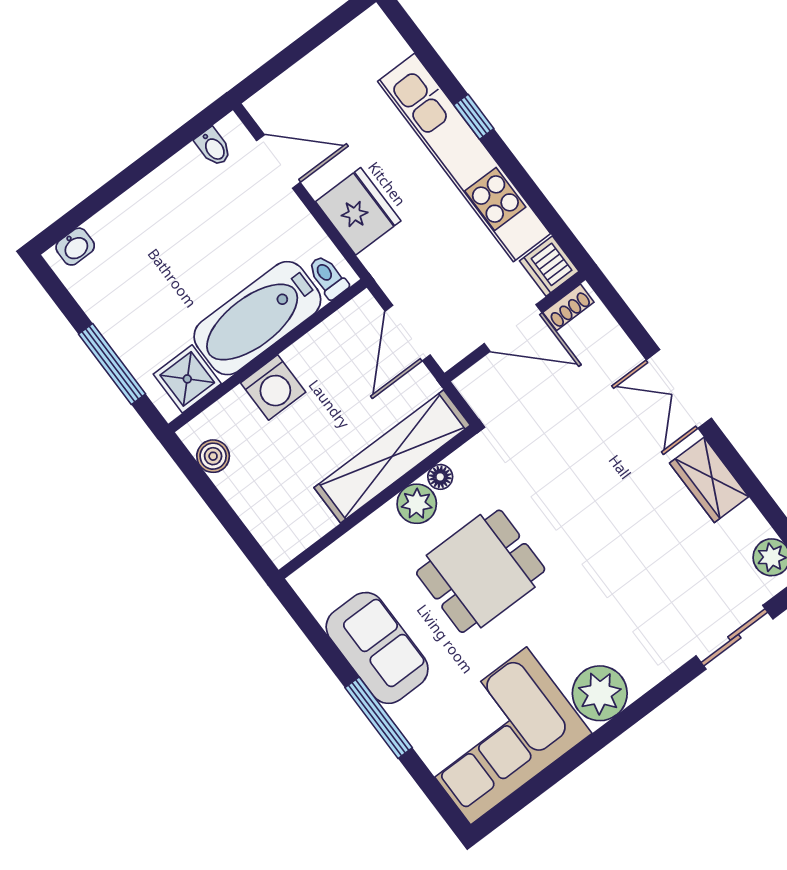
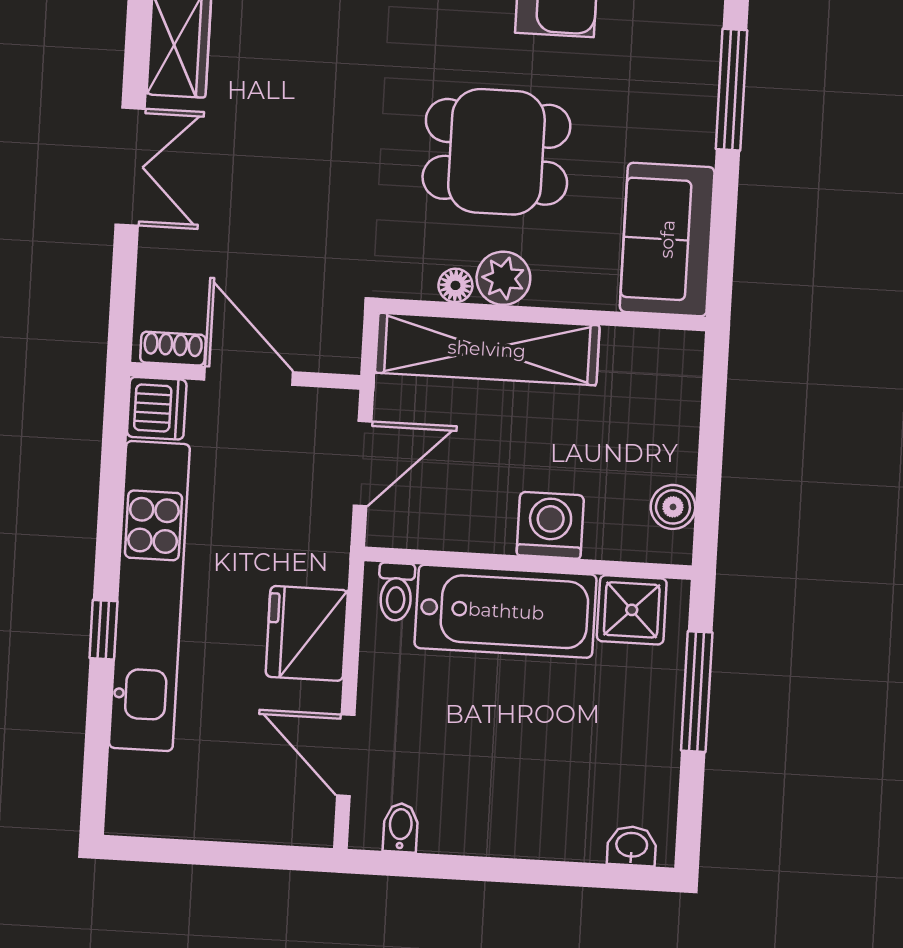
sofa: (377, 648) -> (667, 239), moved

